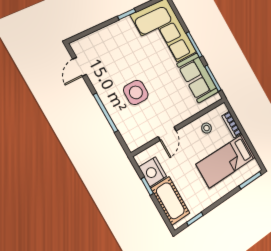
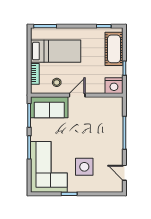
door: (79, 67) -> (124, 173), swing flipped
sofa: (198, 78) -> (49, 107), moved, turned 90
side table: (136, 92) -> (84, 167), moved
door: (167, 134) -> (77, 95), moved
nightstand: (153, 172) -> (114, 86), moved, turned 90

